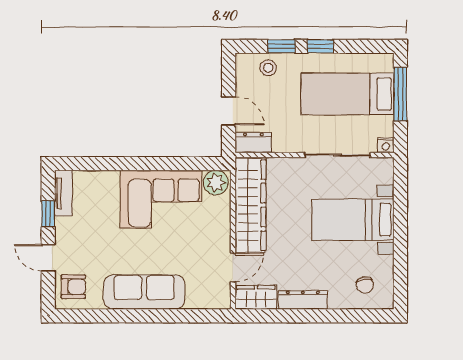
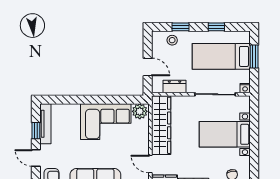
window: (320, 46) -> (216, 27), moved
window: (400, 94) -> (254, 56), width x0.69
dresser: (253, 143) -> (175, 87), moved
tv unit: (63, 193) -> (45, 124), width x1.41
door: (233, 268) -> (150, 164), swing flipped

